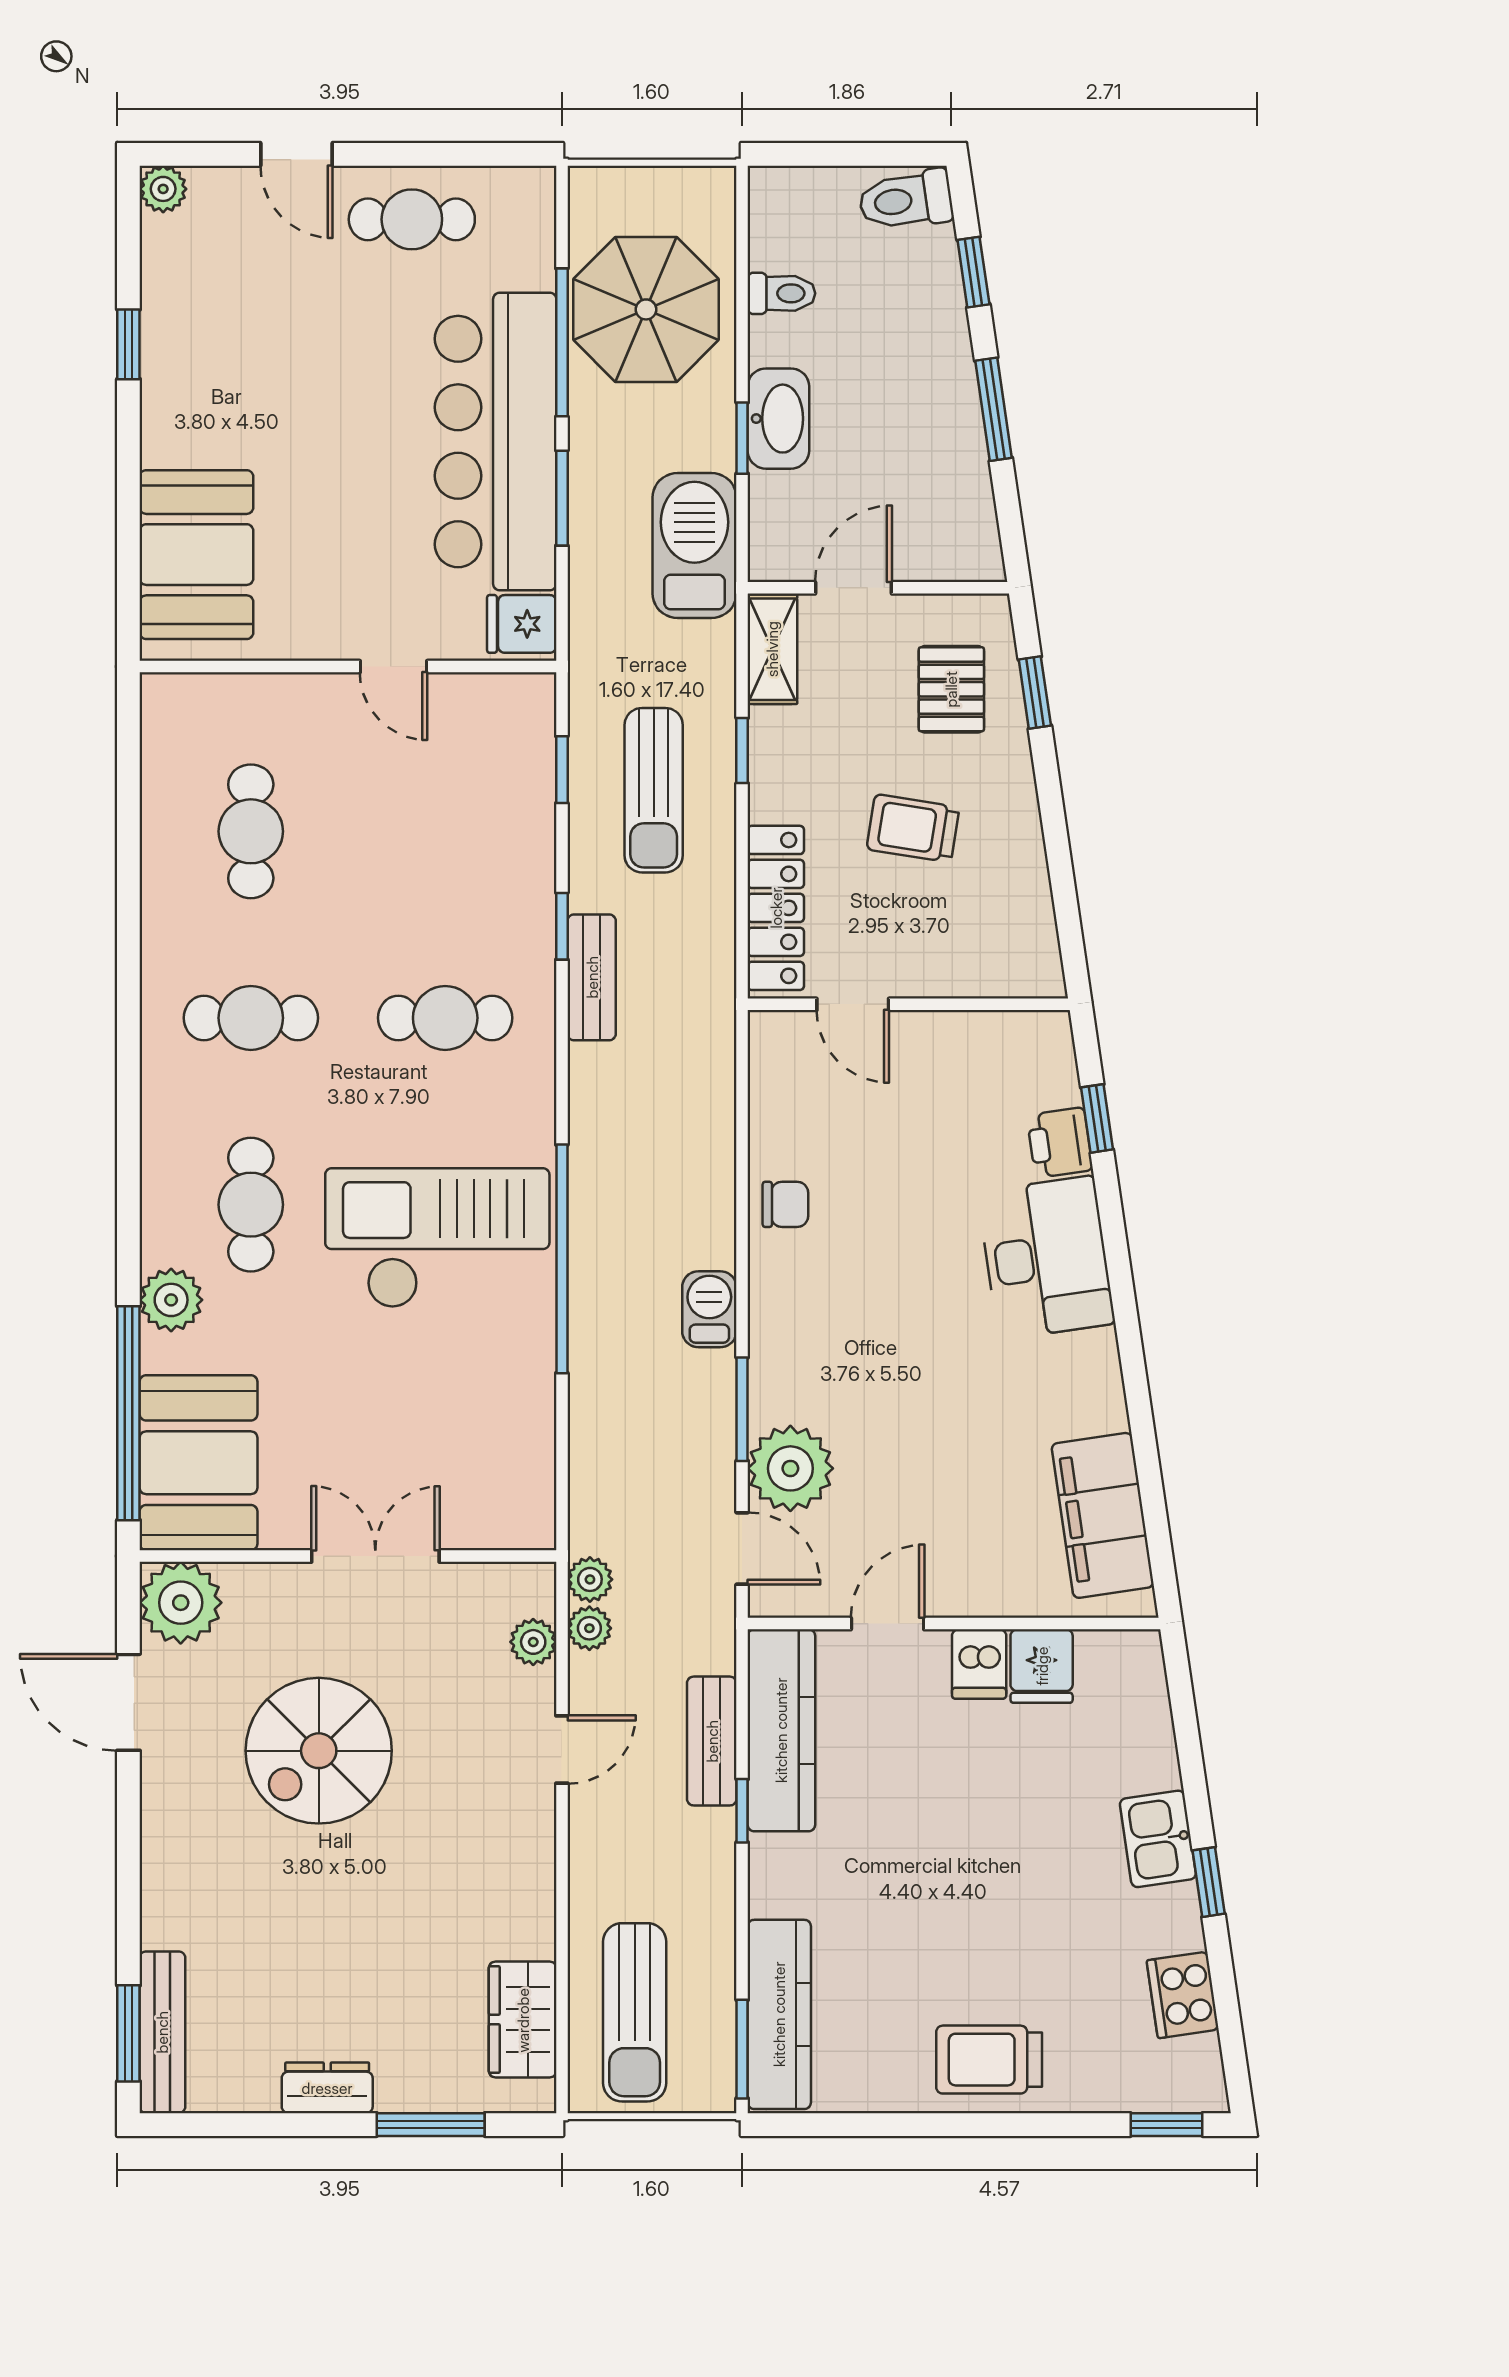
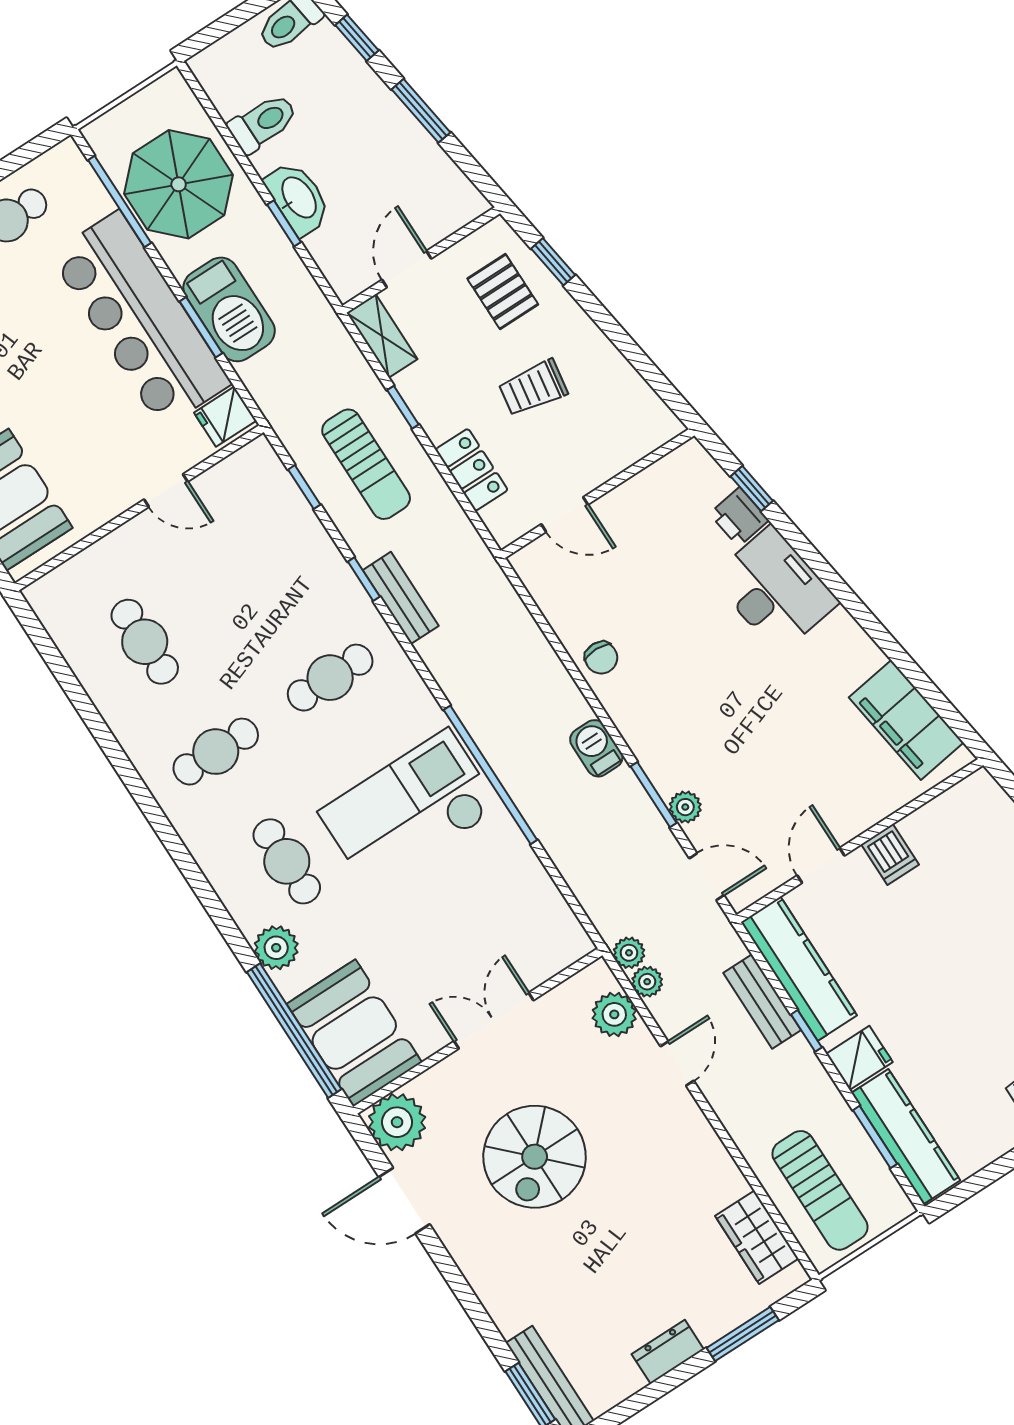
toilet: (781, 293) -> (263, 123), width x1.37, depth x1.39
window: (562, 342) -> (120, 202), moved
barbecue: (694, 545) -> (229, 309), moved, turned 180
locker: (776, 908) -> (472, 470), width x0.66
chair: (785, 1204) -> (601, 658), turned 91
plant: (790, 1468) -> (685, 807), width x0.53, depth x0.53
plant: (533, 1642) -> (614, 1014), width x1.38, depth x1.38
fridge: (1042, 1666) -> (859, 1058), moved, turned -90
window: (742, 2049) -> (875, 1137), moved

